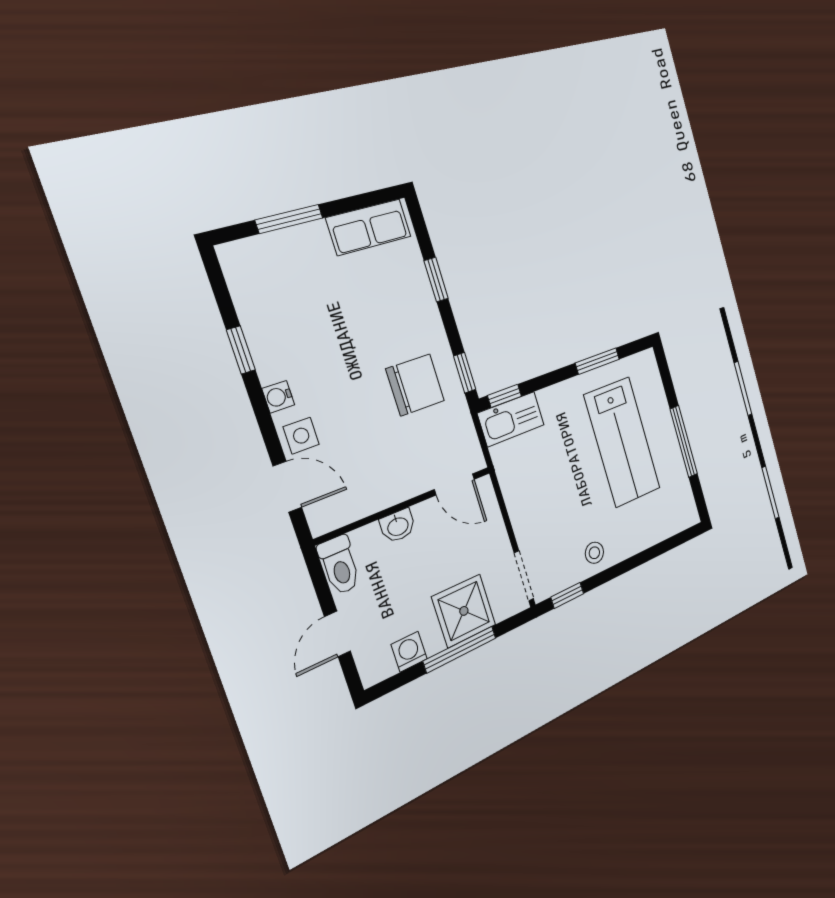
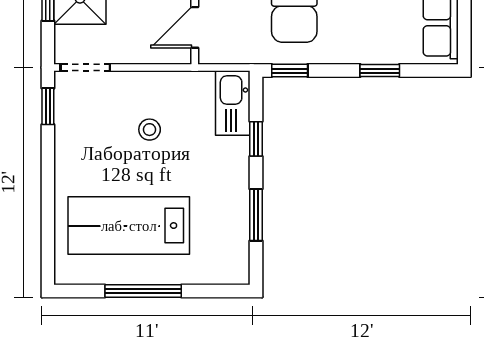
window: (505, 396) -> (256, 139), moved
lab bench: (622, 442) -> (129, 226), moved
stool: (594, 553) -> (150, 130), moved

